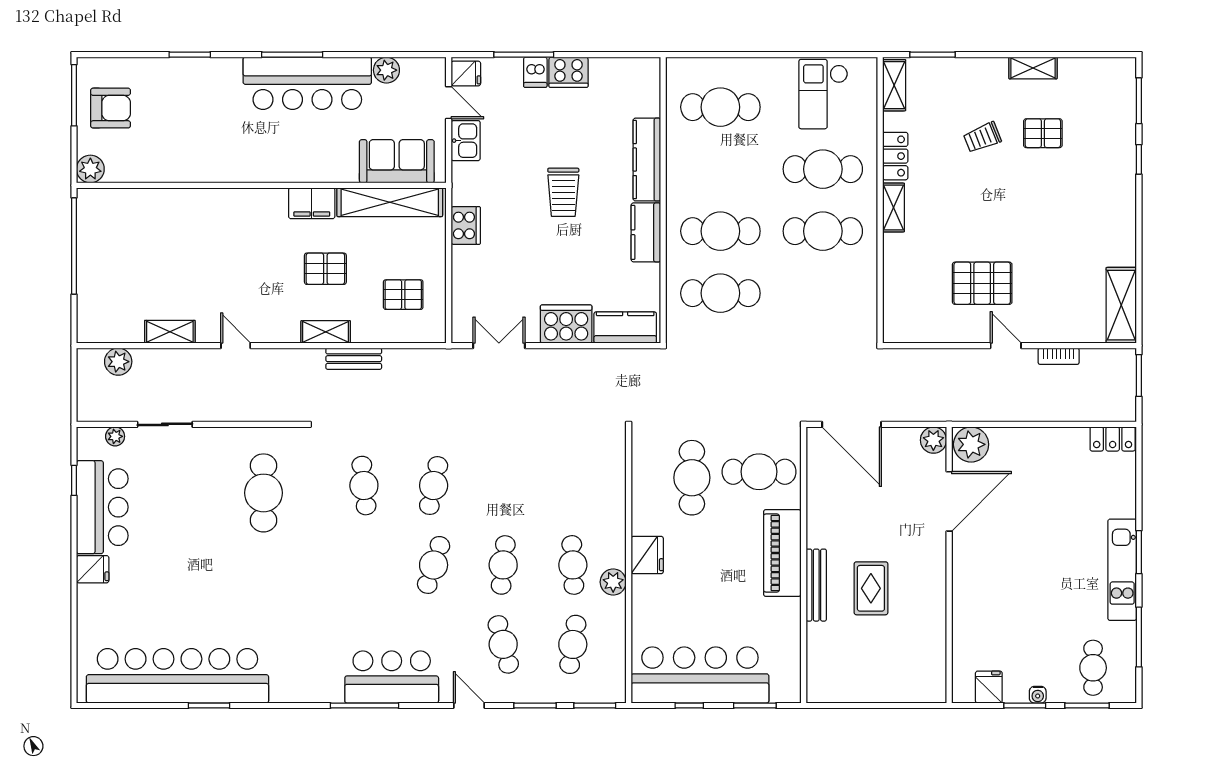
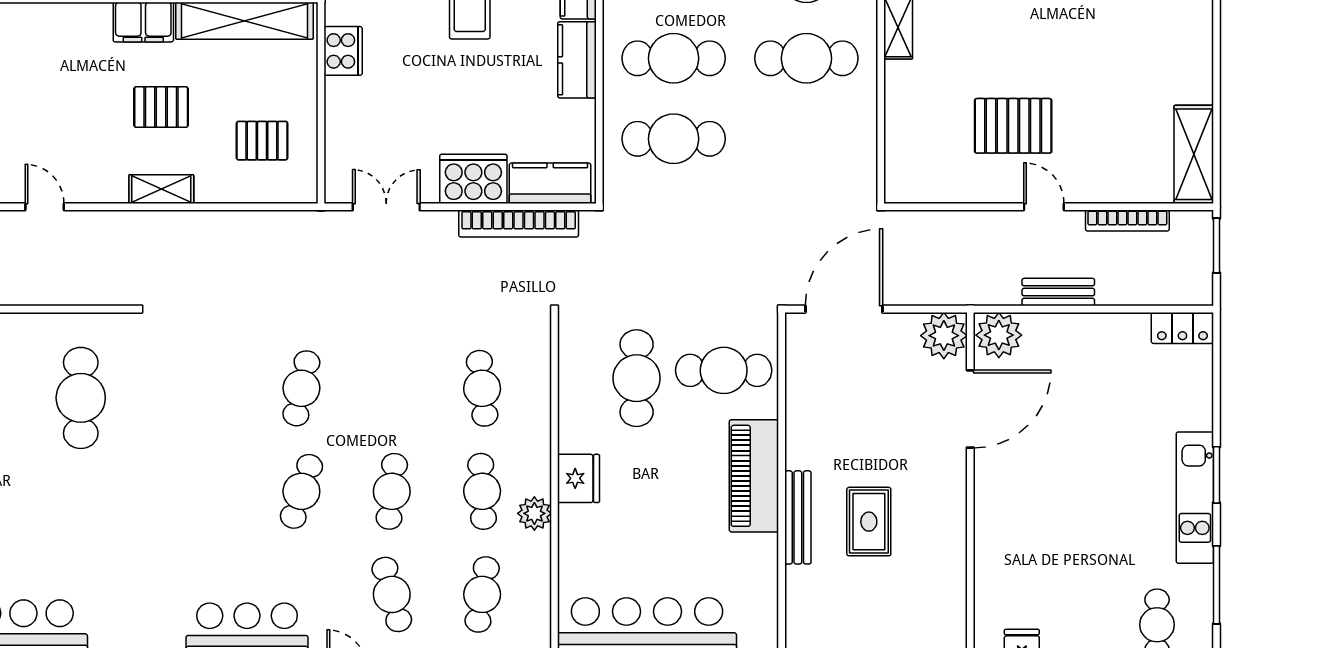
bookcase: (1059, 356) -> (1127, 221), width x1.56
bookcase: (601, 358) -> (519, 223), added
bench: (354, 359) -> (1058, 292), moved
door: (852, 424) -> (844, 309), swing flipped
plant: (933, 440) -> (944, 336), width x1.36, depth x1.36
cafe table: (364, 486) -> (482, 388), moved

